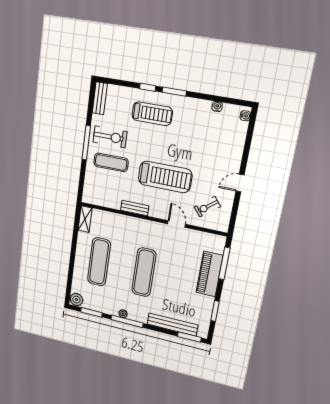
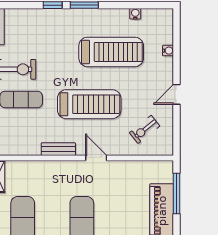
treadmill: (152, 114) -> (111, 52), moved, width x1.37, depth x1.38
water cooler: (245, 116) -> (168, 51), moved
door: (177, 224) -> (96, 158), moved

